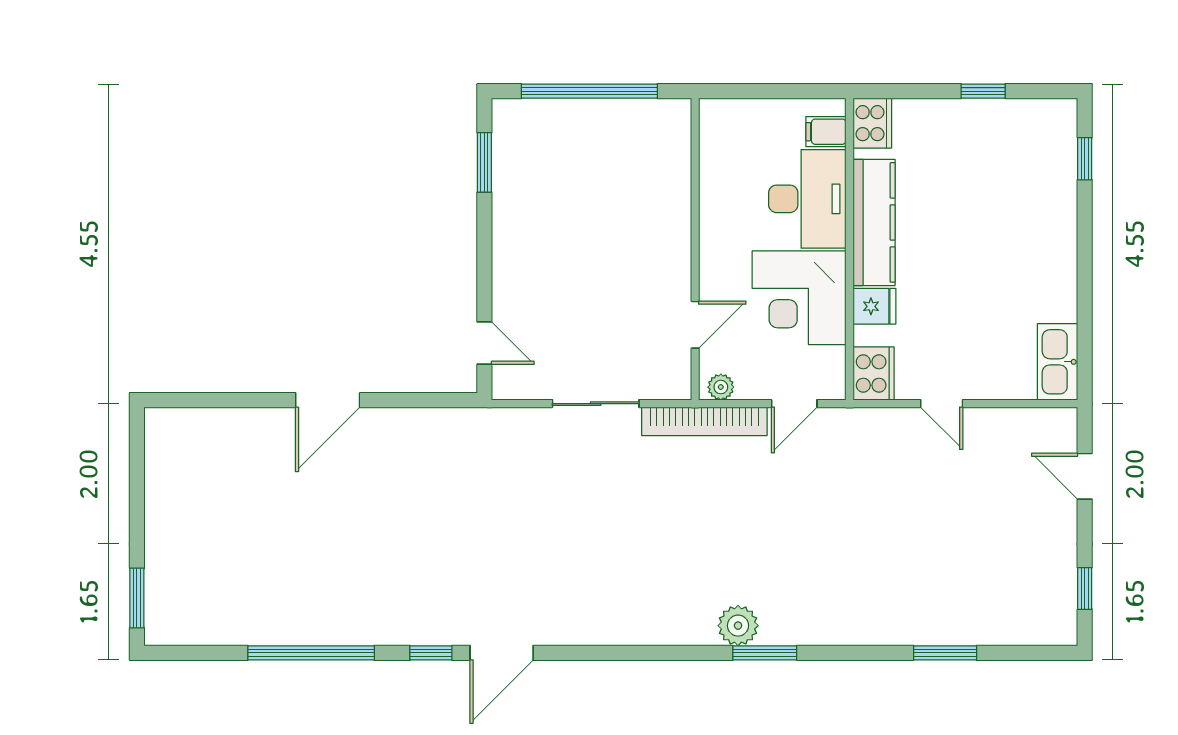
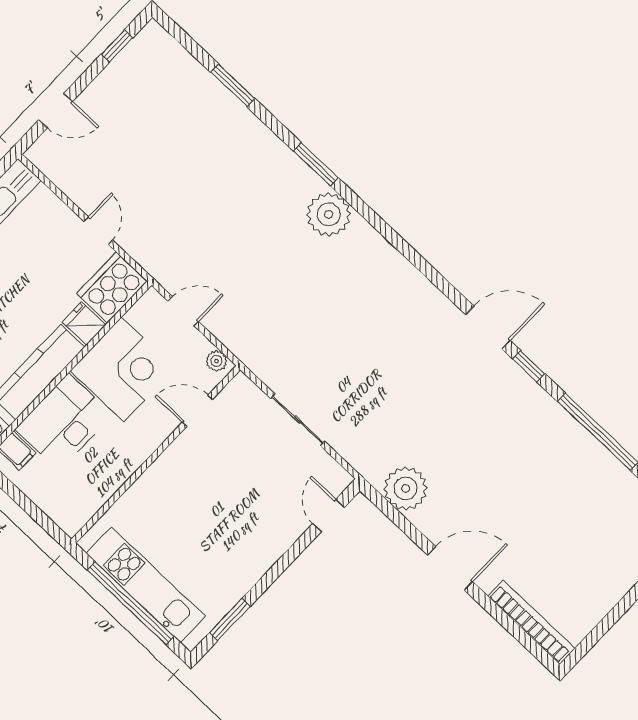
kitchen unit: (591, 121) -> (146, 585), added
cooker: (874, 373) -> (112, 287), width x1.37, depth x1.31
bookcase: (704, 421) -> (531, 622), moved
plant: (438, 435) -> (406, 488), added
door: (1085, 476) -> (56, 111), hinge flipped
plant: (738, 626) -> (329, 214), width x1.36, depth x1.36
window: (765, 653) -> (316, 164), moved

